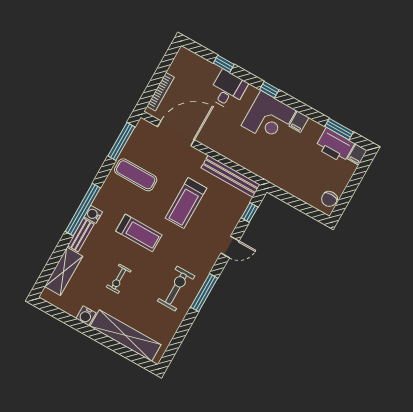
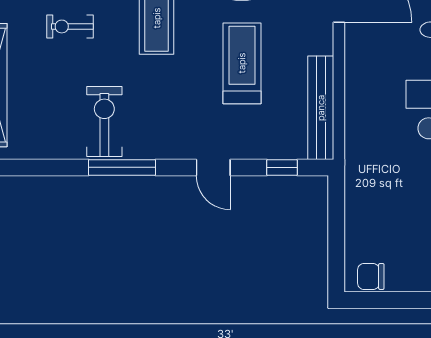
treadmill: (186, 203) -> (242, 63), turned 90
exercise bike: (176, 289) -> (104, 121), turned -90

